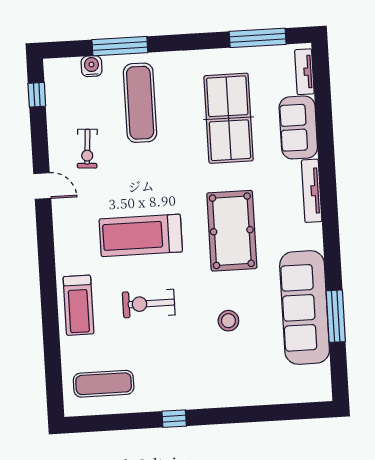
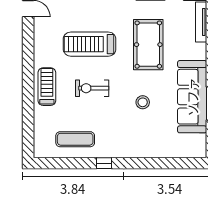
treadmill: (78, 305) -> (47, 87), turned 180
exercise mat: (104, 384) -> (75, 139), moved

